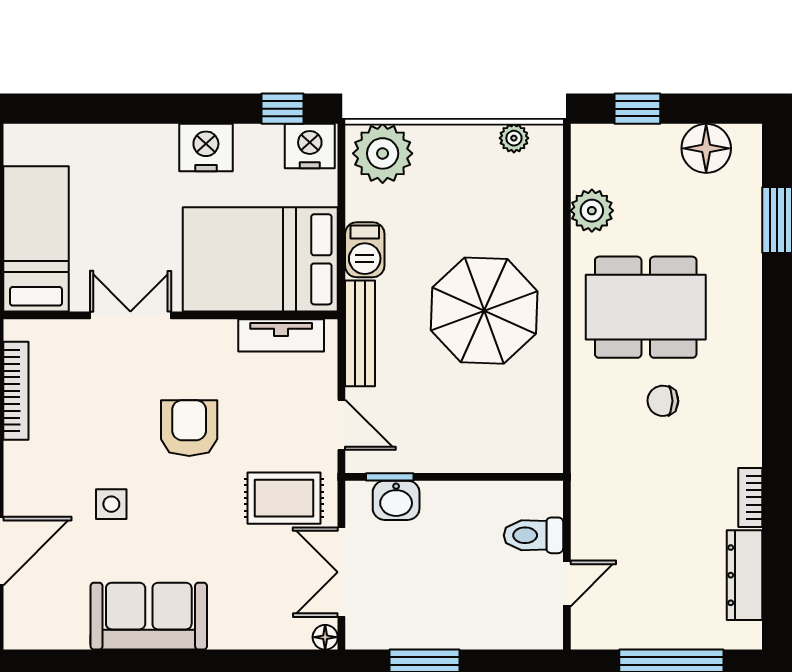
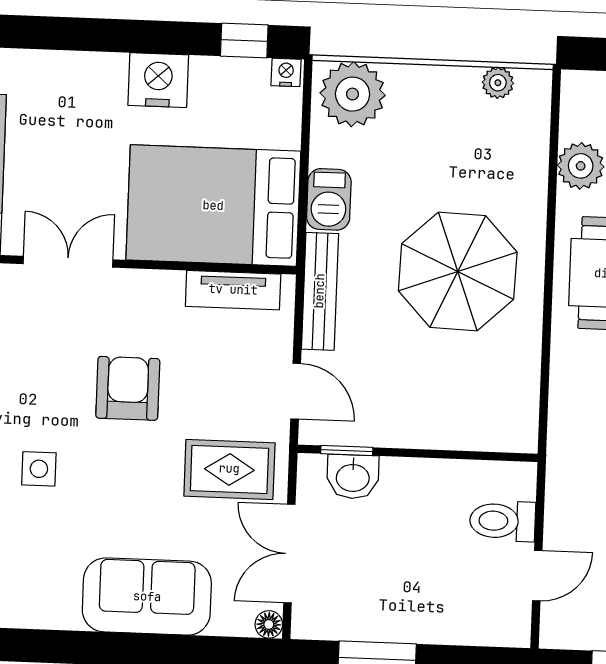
nightstand: (310, 146) -> (286, 72), width x0.53, depth x0.56
sofa: (149, 616) -> (147, 597), moved

